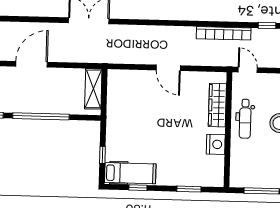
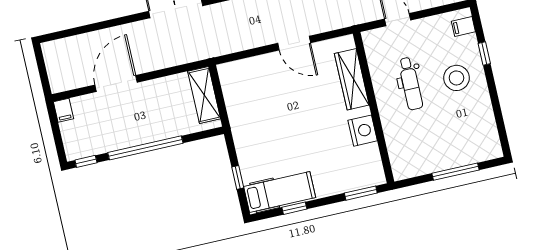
wardrobe: (217, 105) -> (352, 79), moved
wall: (228, 130) -> (374, 108), moved
nightstand: (216, 144) -> (363, 131), moved

